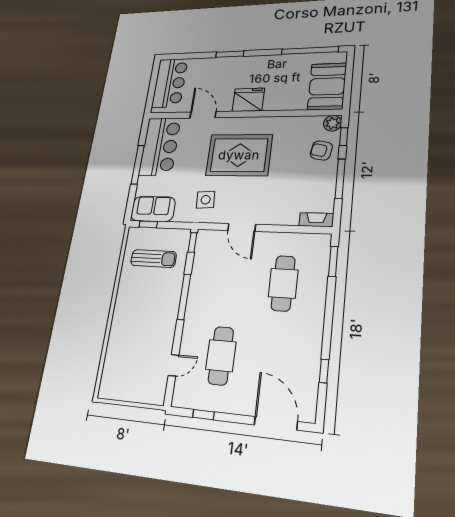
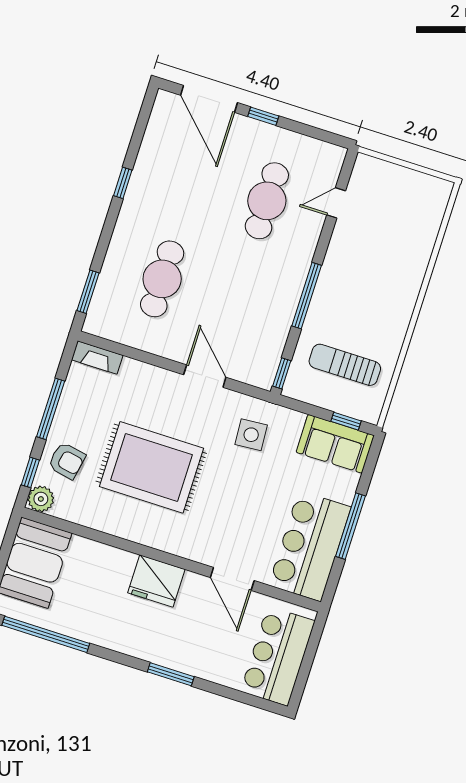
rug: (239, 155) -> (151, 467), moved
window: (324, 371) -> (123, 183), moved
window: (203, 415) -> (263, 116), moved

